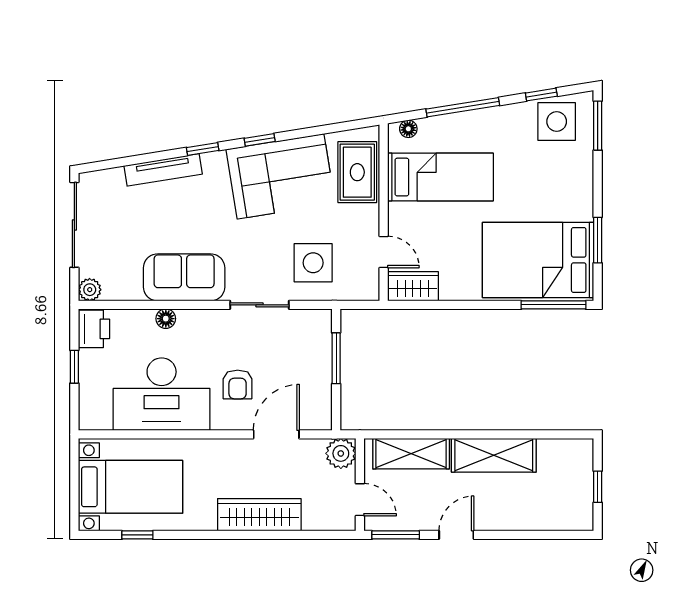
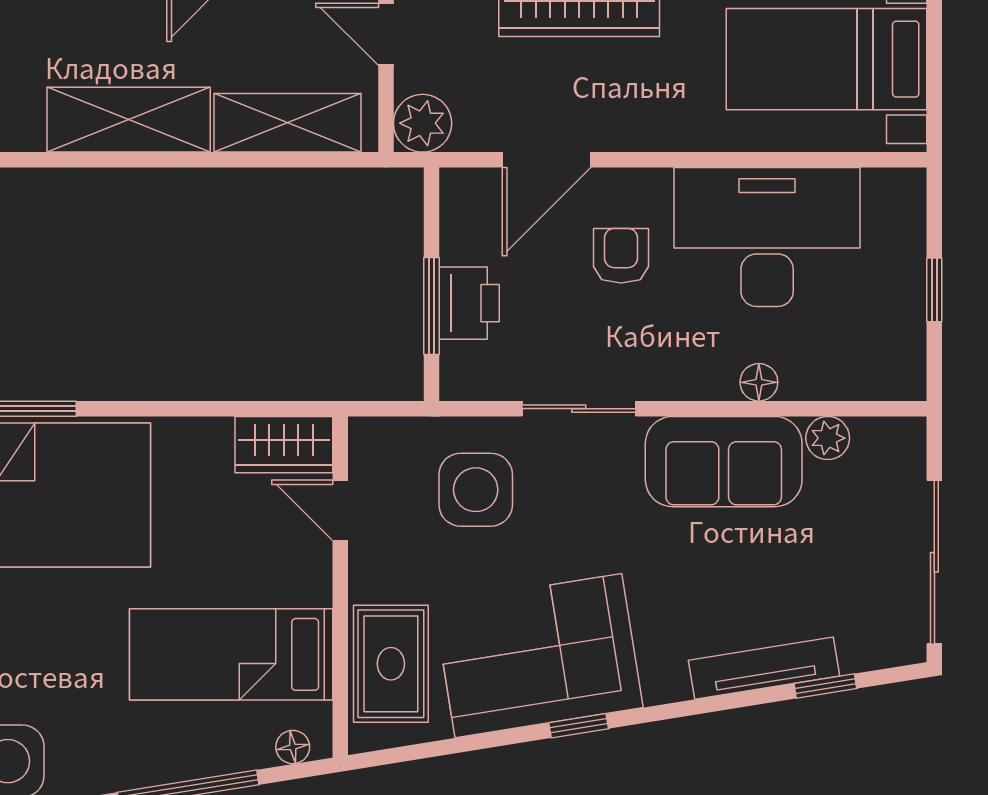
window: (203, 149) -> (825, 686), moved
plant: (90, 290) -> (828, 438), moved
printer: (94, 329) -> (469, 303), moved, turned 180

